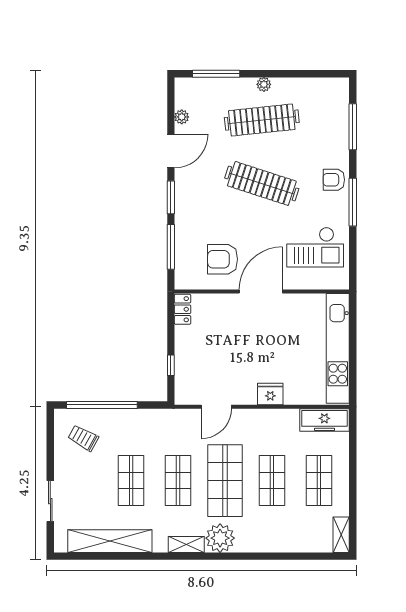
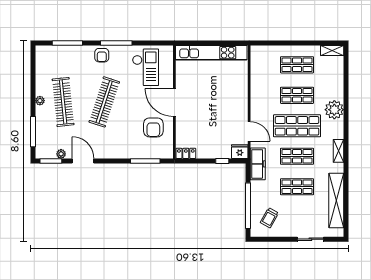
window: (171, 197) -> (51, 161), moved
fridge: (270, 394) -> (240, 152), moved, turned 90
freezer: (324, 420) -> (258, 164), moved
plant: (220, 538) -> (334, 110), moved

